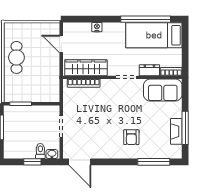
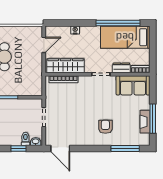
door: (61, 44) -> (44, 45), swing flipped
armchair: (131, 137) -> (105, 127), turned 180

